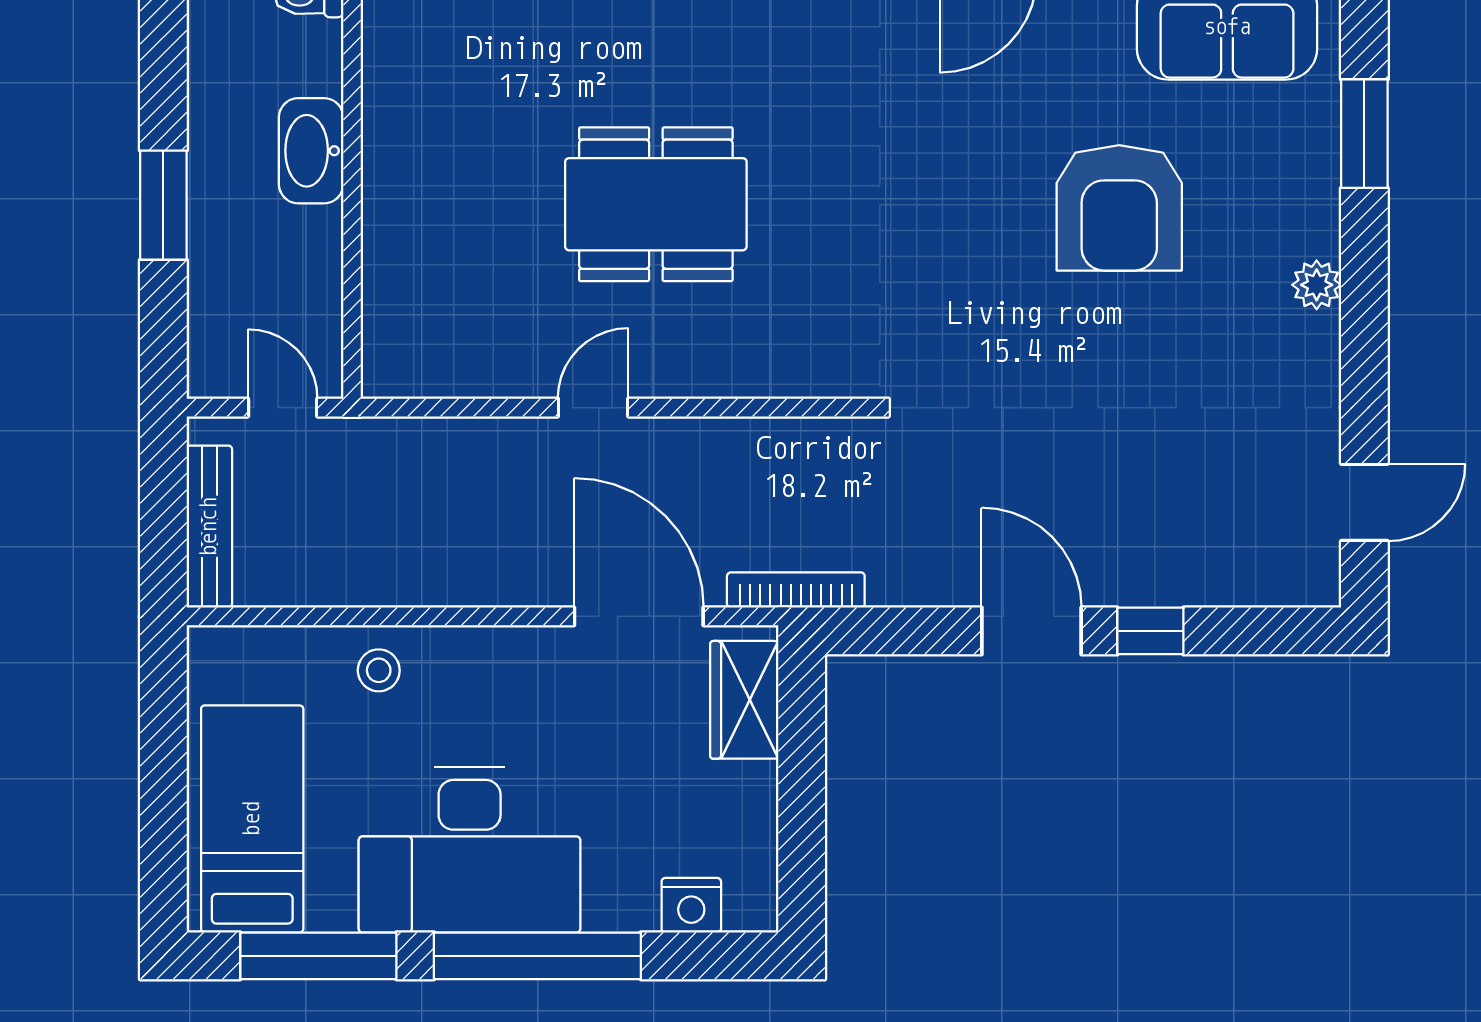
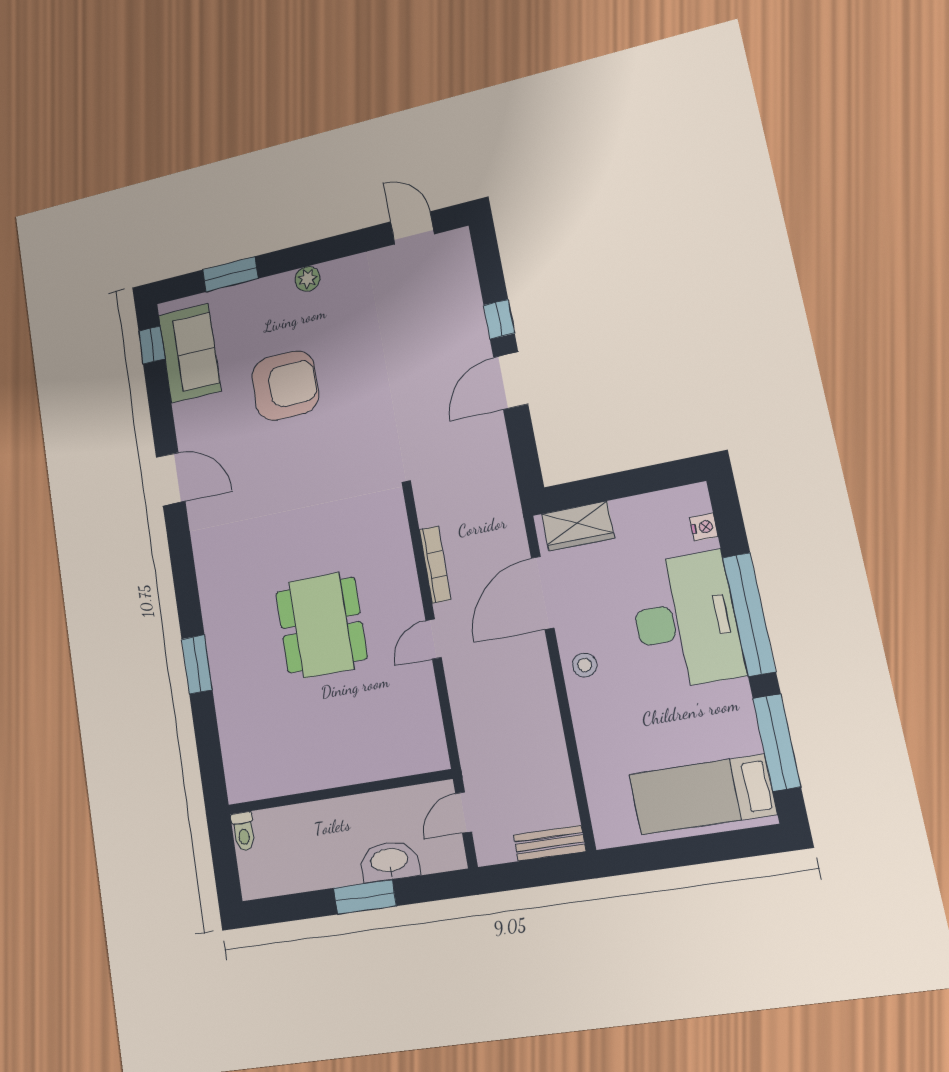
washbasin: (311, 151) -> (389, 861), moved, turned 180
door: (593, 408) -> (434, 639), hinge flipped
bench: (209, 527) -> (550, 843), width x0.73
bookcase: (796, 590) -> (435, 565), moved, turned 180
stool: (379, 670) -> (585, 665), moved
desk: (470, 850) -> (685, 621), moved
nightstand: (691, 905) -> (704, 527), width x0.72, depth x0.74

